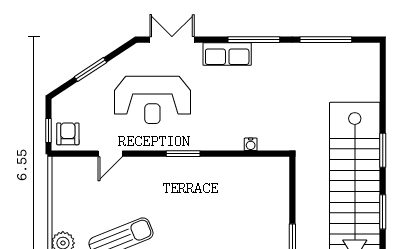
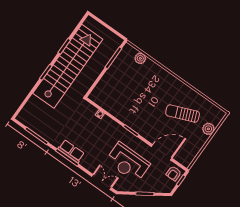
double door: (172, 40) -> (102, 182), swing flipped
row of seats: (227, 54) -> (71, 151), moved
reception desk: (152, 100) -> (128, 162), turned 180
door: (110, 154) -> (162, 152), width x1.88

